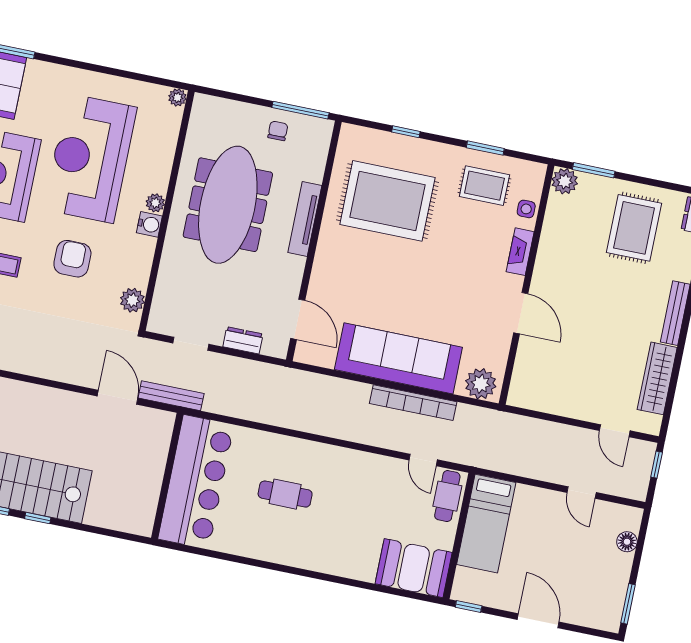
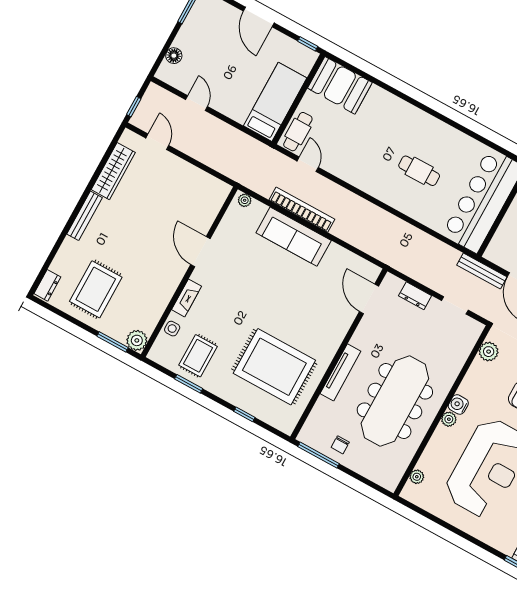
plant: (177, 97) -> (417, 477), moved
rug: (484, 186) -> (198, 356), turned 90
sofa: (398, 358) -> (294, 237), width x0.74, depth x0.79
plant: (481, 384) -> (245, 200), width x0.53, depth x0.53

